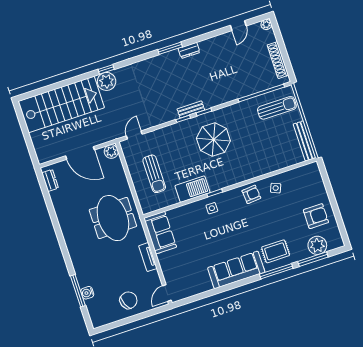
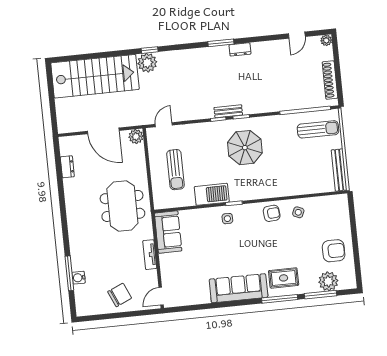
dresser: (50, 180) -> (67, 167), moved

